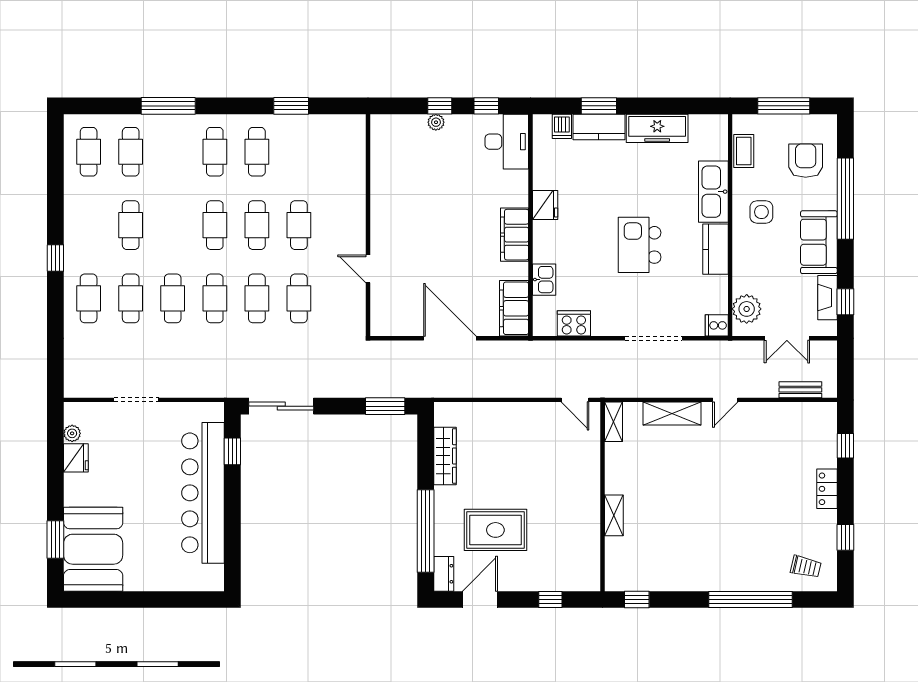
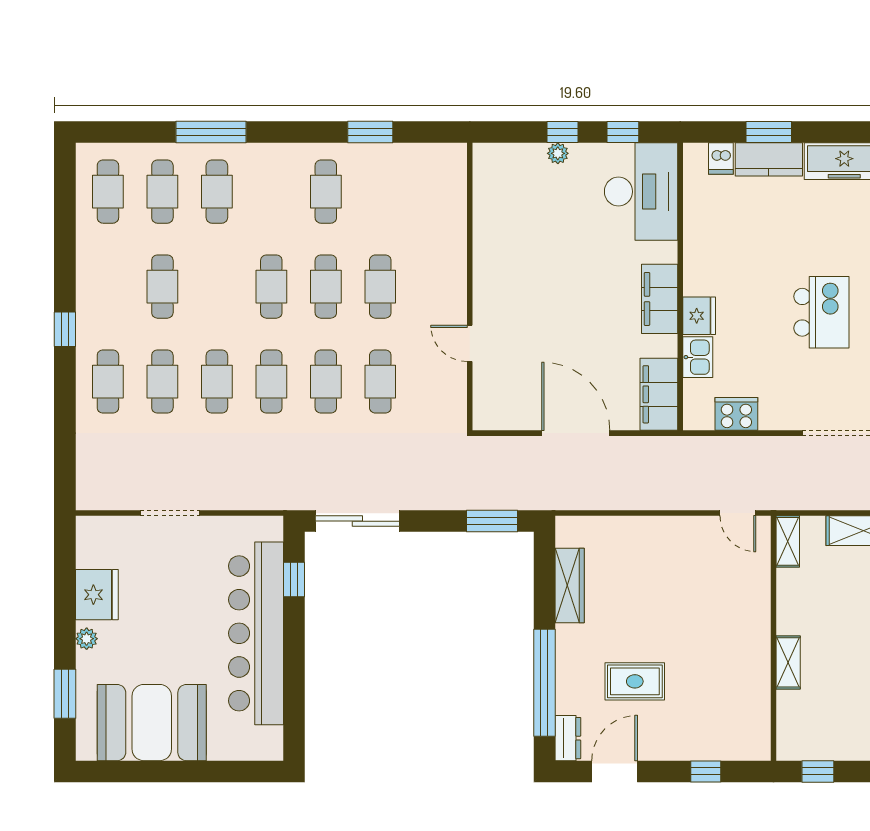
desk: (507, 142) -> (641, 192), width x1.36, depth x1.30
cafe table: (215, 152) -> (217, 192), moved
fridge: (545, 205) -> (699, 316), moved
kitchen island: (640, 245) -> (821, 312), turned 180
plant: (72, 433) -> (87, 639), moved
fridge: (76, 458) -> (97, 595), width x1.36, depth x1.34
rug: (495, 530) -> (635, 681), width x0.73, depth x0.70
booth: (93, 549) -> (152, 723), moved, turned 90

